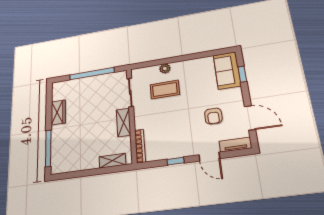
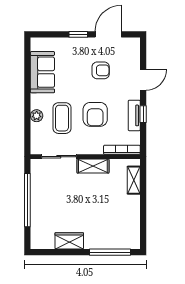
sofa: (227, 70) -> (42, 72), moved, turned -90
window: (242, 74) -> (78, 34), moved
armchair: (171, 117) -> (95, 114), added
tv unit: (235, 145) -> (134, 115), moved

